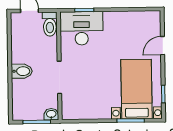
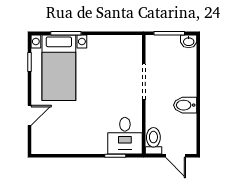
desk: (82, 28) -> (125, 136), width x0.73
bidet: (22, 71) -> (185, 105), moved
washbasin: (51, 114) -> (189, 41), moved

